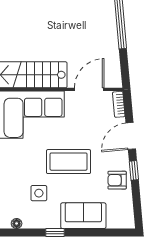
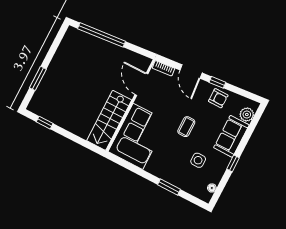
coffee table: (69, 162) -> (186, 127), width x0.54, depth x0.58
armchair: (117, 180) -> (218, 98), turned -90
plant: (116, 220) -> (247, 115), added

